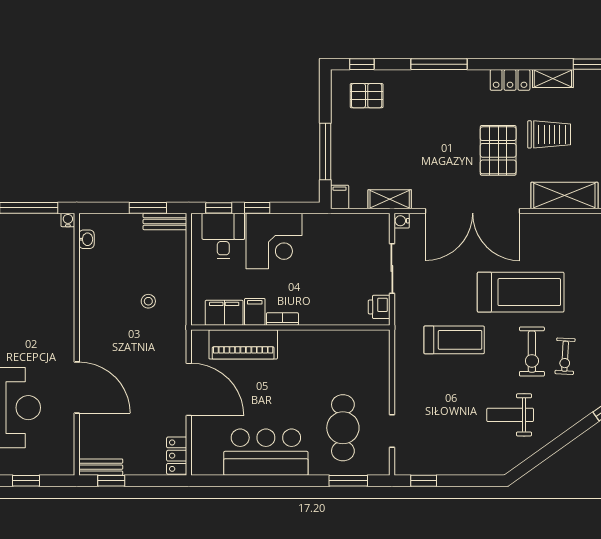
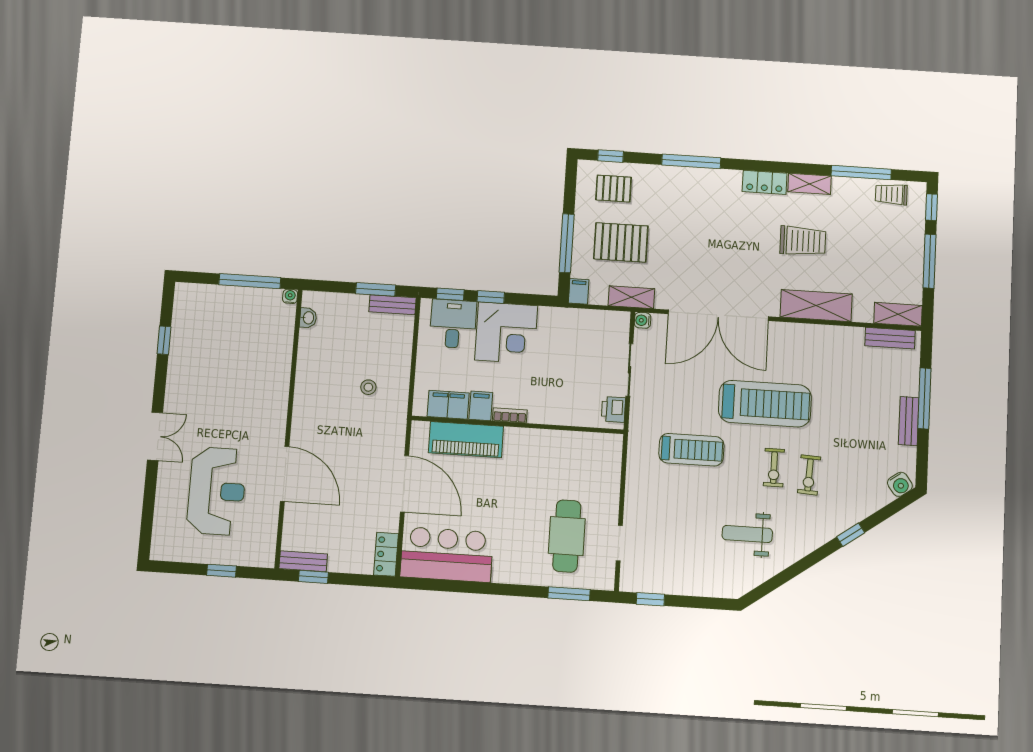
pallet: (498, 150) -> (621, 242), moved, turned 90
exercise bike: (532, 352) -> (774, 468), width x0.73, depth x0.72
bar counter: (266, 452) -> (447, 555), moved

